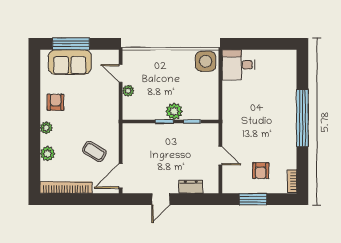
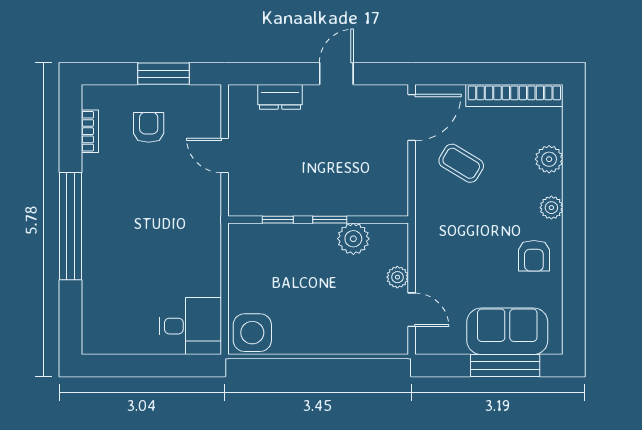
plant: (174, 111) -> (353, 239), moved
bookcase: (292, 181) -> (90, 131), moved

